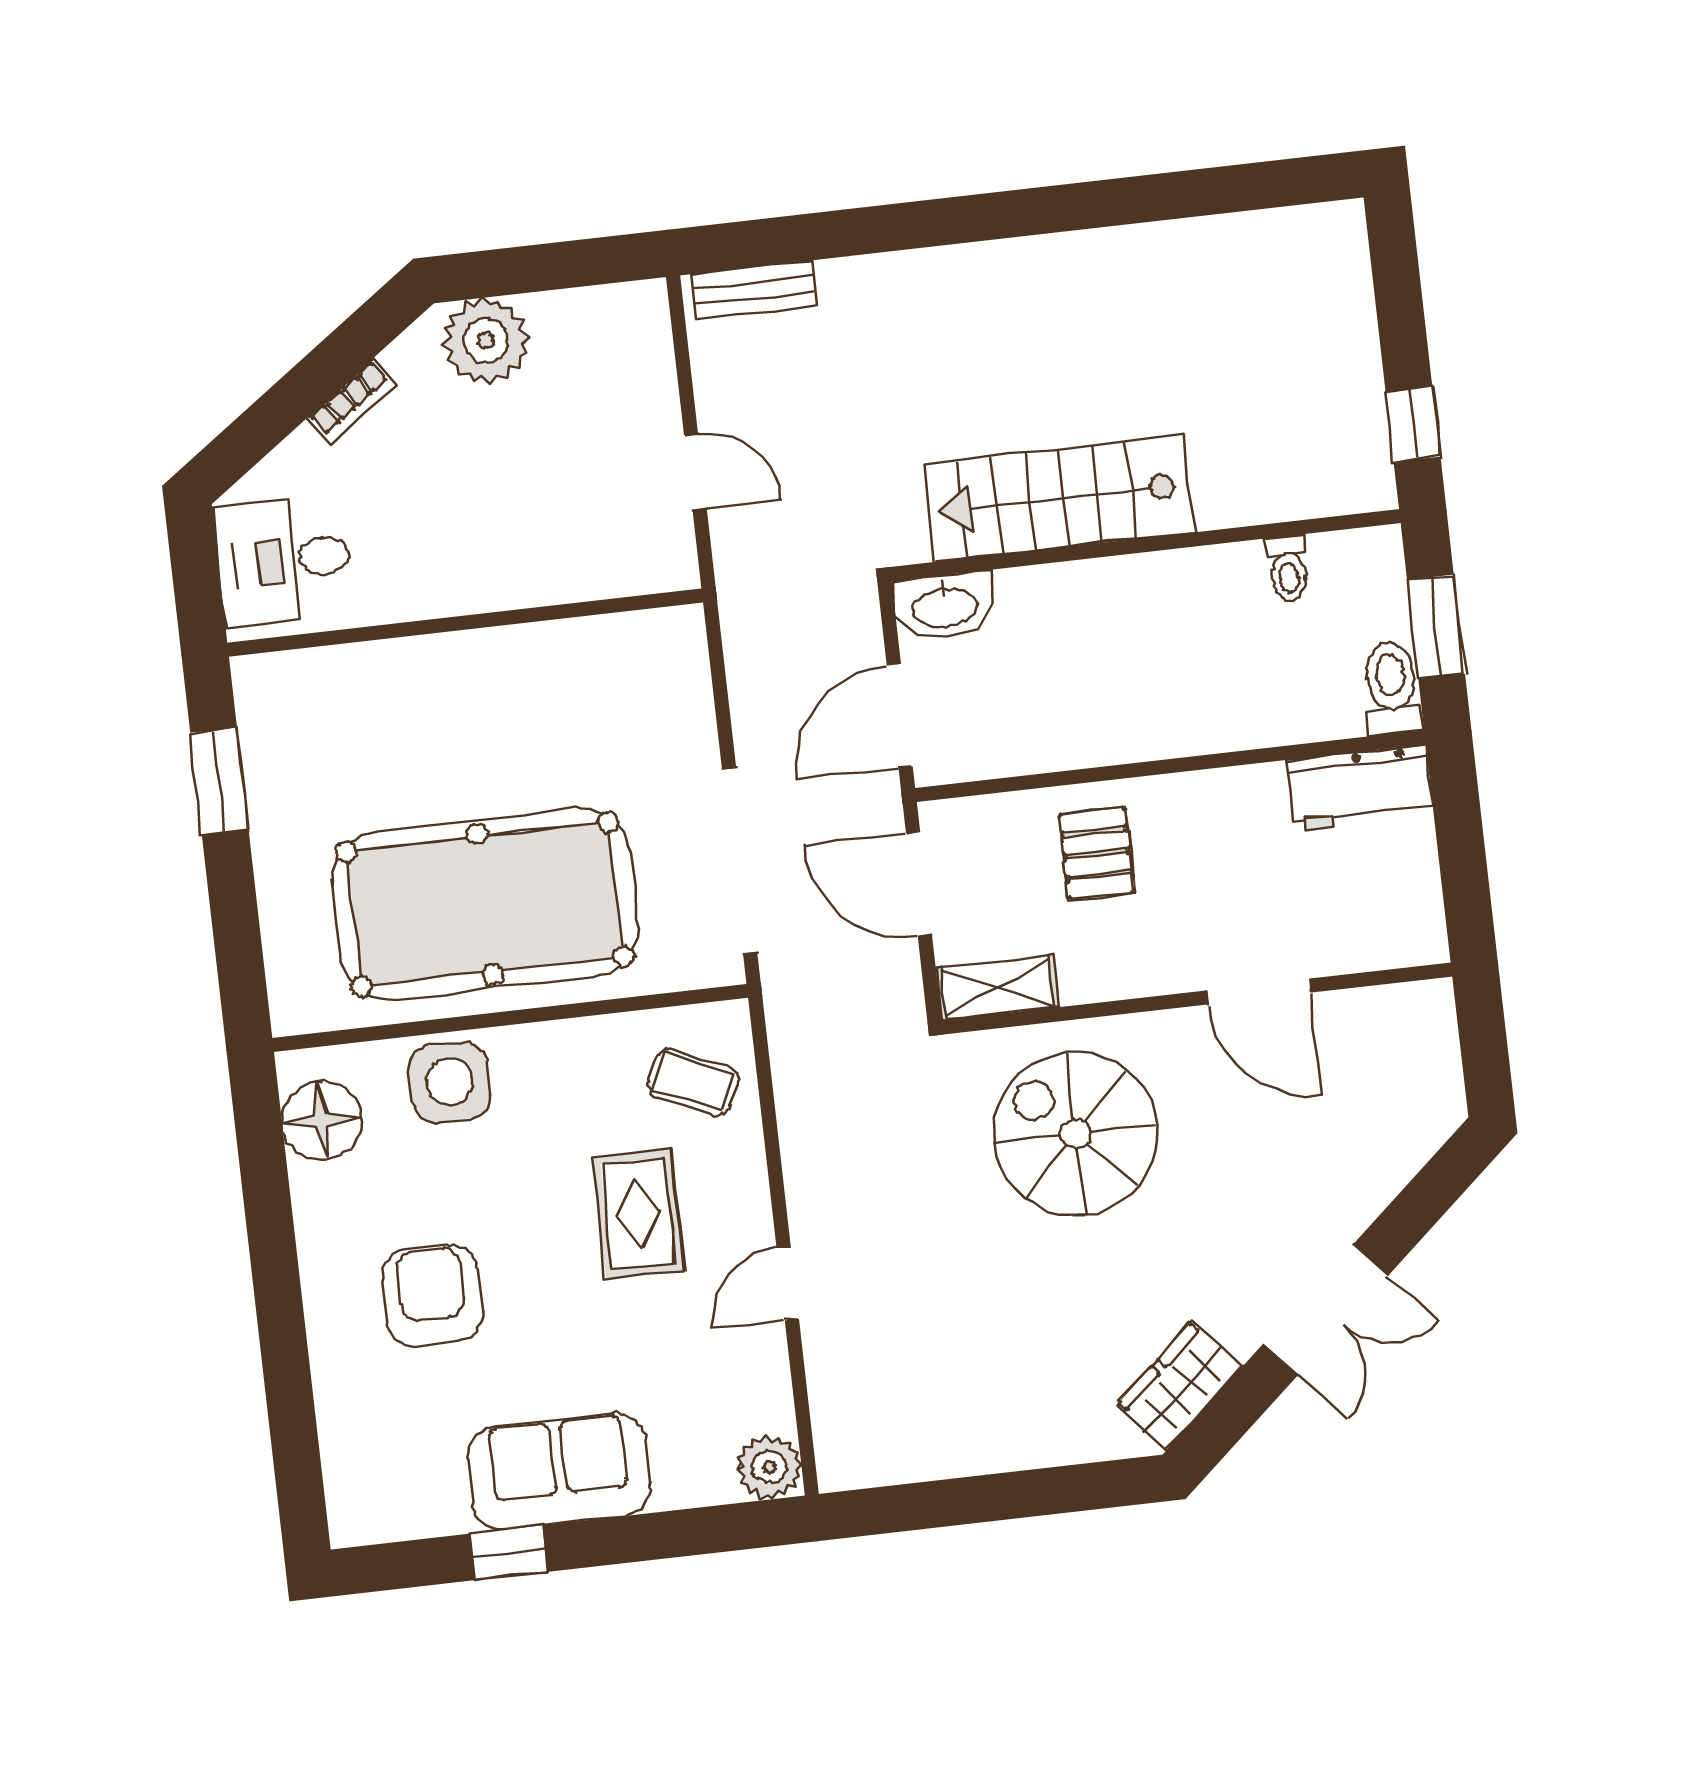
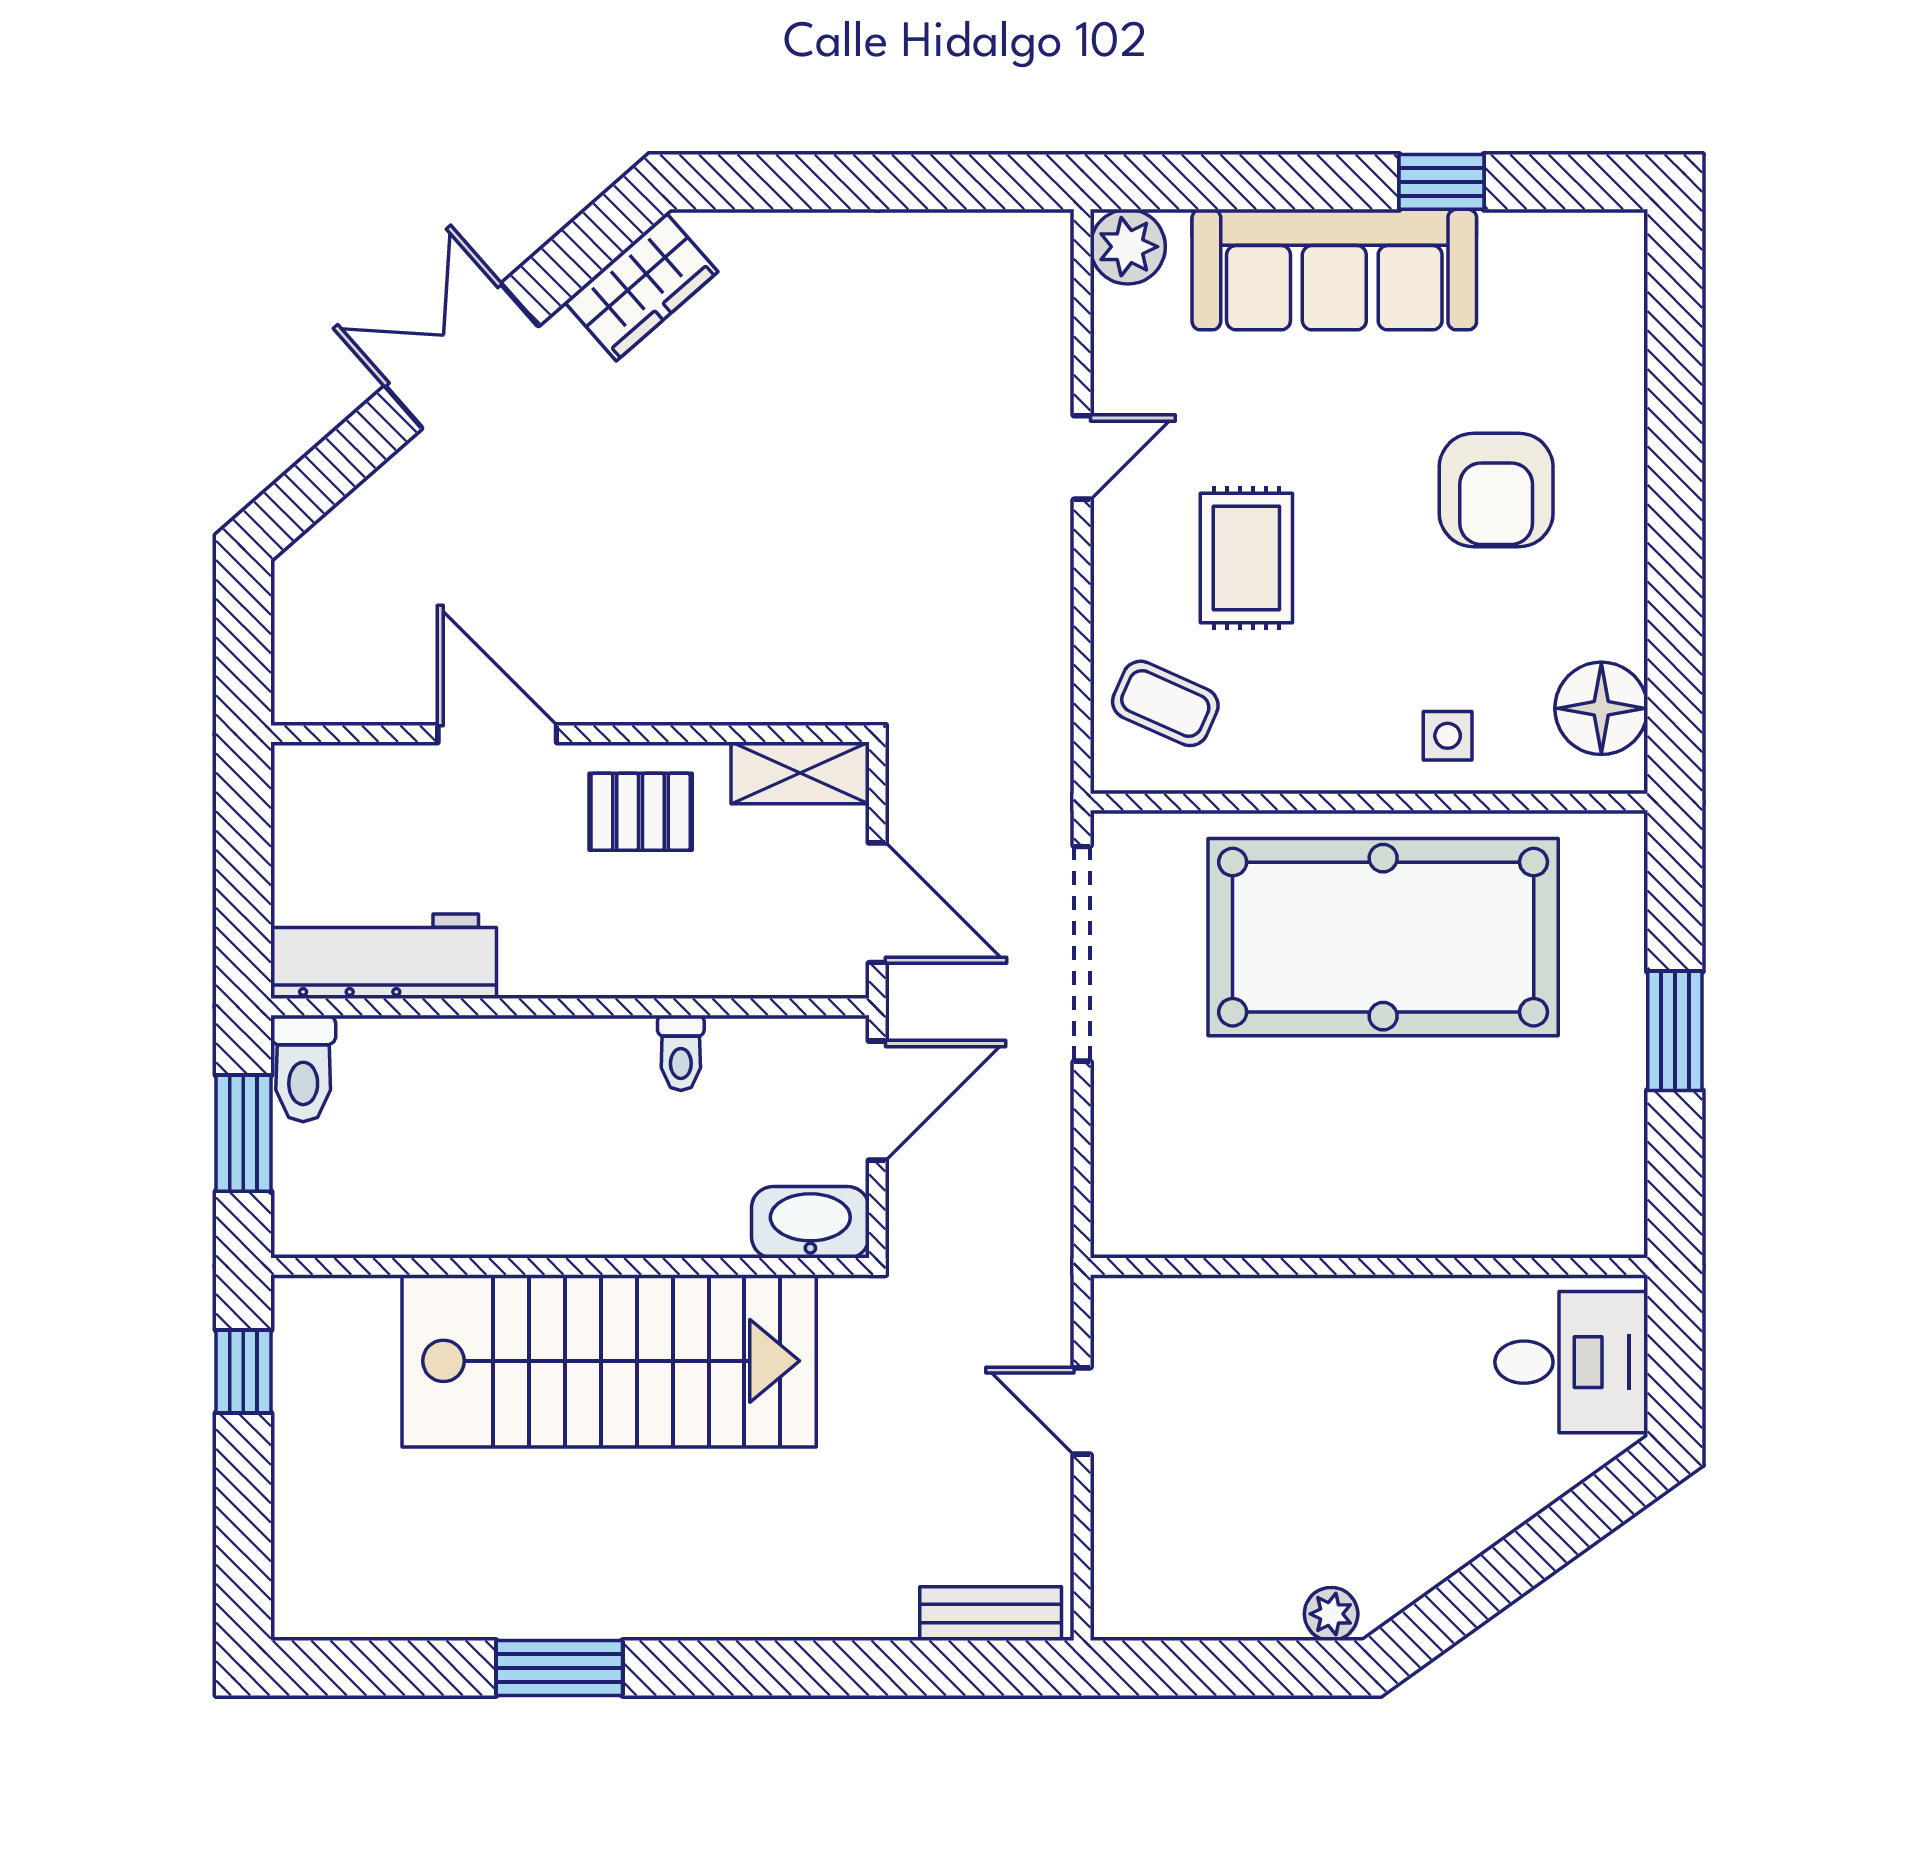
window: (1115, 202) -> (559, 1668), added
plant: (486, 341) -> (1331, 1614), width x0.53, depth x0.53
bookcase: (352, 401) -> (1471, 1538), removed
stairs: (1059, 499) -> (609, 1361), width x1.36, depth x1.51
toilet: (1288, 568) -> (681, 1053), moved, turned 180
window: (219, 781) -> (1675, 1031), moved
workbench: (1360, 788) -> (384, 956), width x1.38
pallet: (1097, 853) -> (641, 812), moved, turned 90
side table: (450, 1082) -> (1448, 736), width x0.54, depth x0.54
spiral stairs: (1075, 1134) -> (729, 593), removed
sofa: (559, 1471) -> (1334, 270), width x1.36

